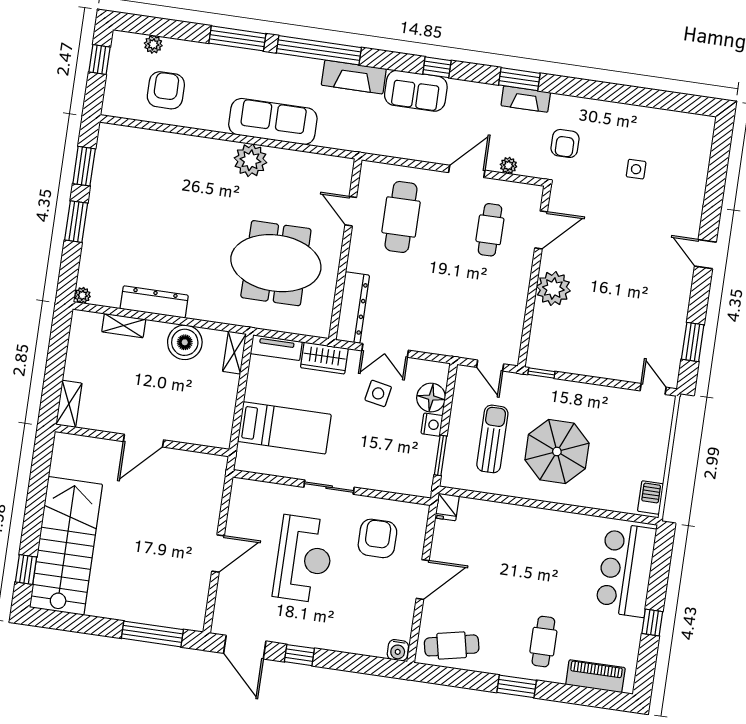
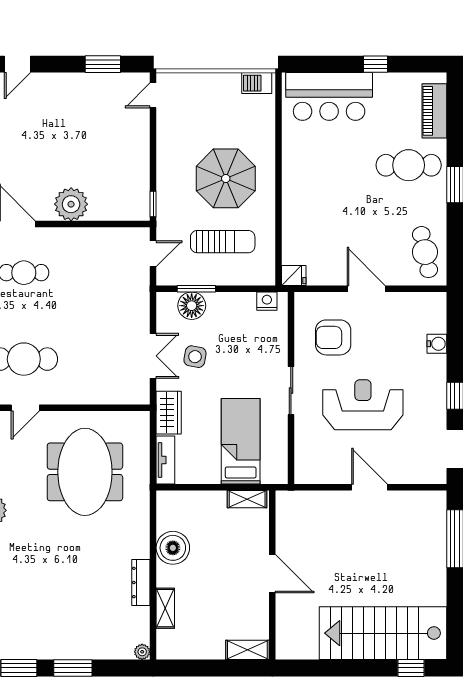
dresser: (154, 302) -> (141, 582), width x0.73, depth x0.80
dresser: (353, 308) -> (117, 393), removed
shelving: (234, 353) -> (247, 499), moved
nightstand: (432, 425) -> (267, 301), moved
sun lounger: (492, 439) -> (223, 242), turned 180
window: (441, 455) -> (196, 289), moved
cafe table: (543, 642) -> (409, 165), width x1.37, depth x1.35
water cooler: (398, 650) -> (437, 344), moved

